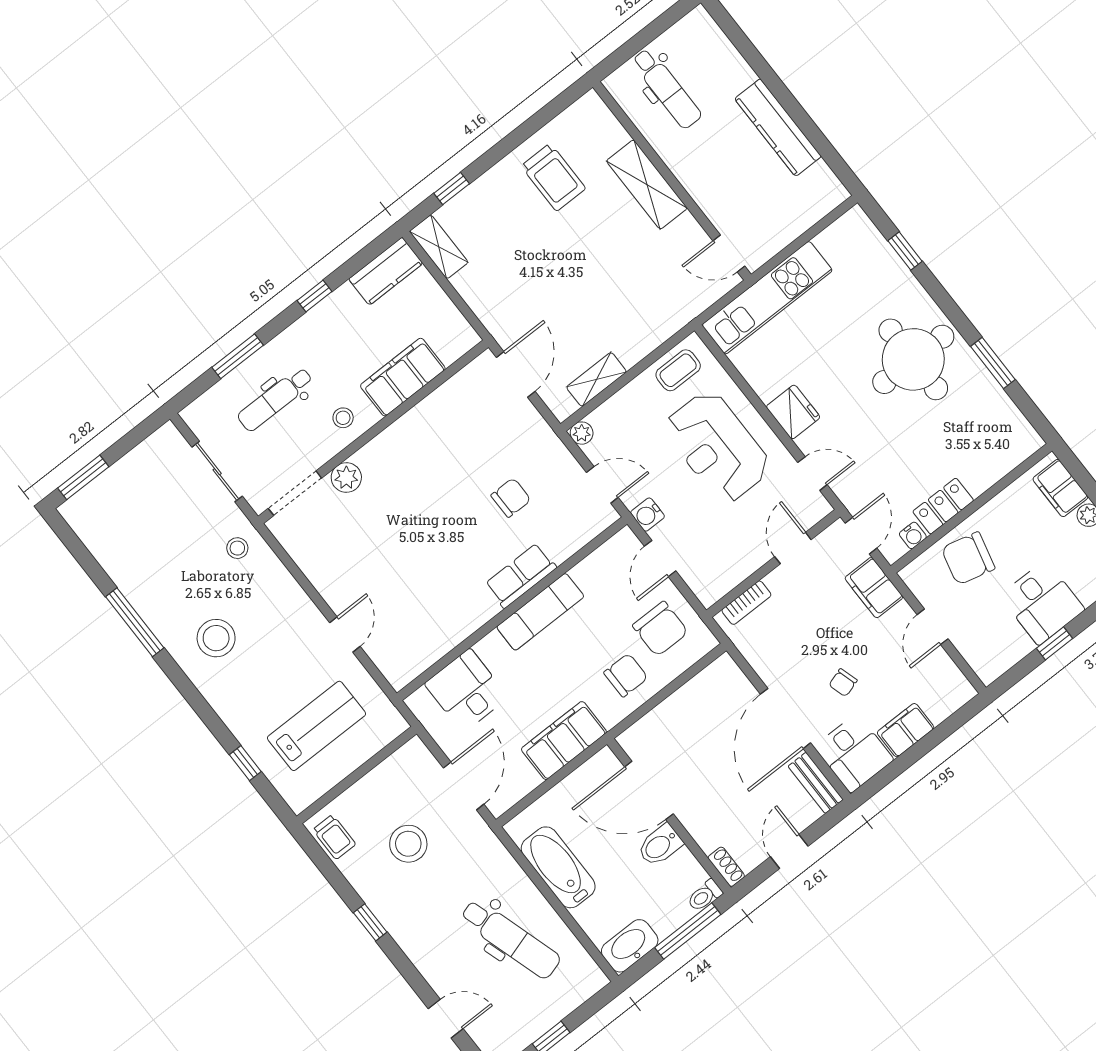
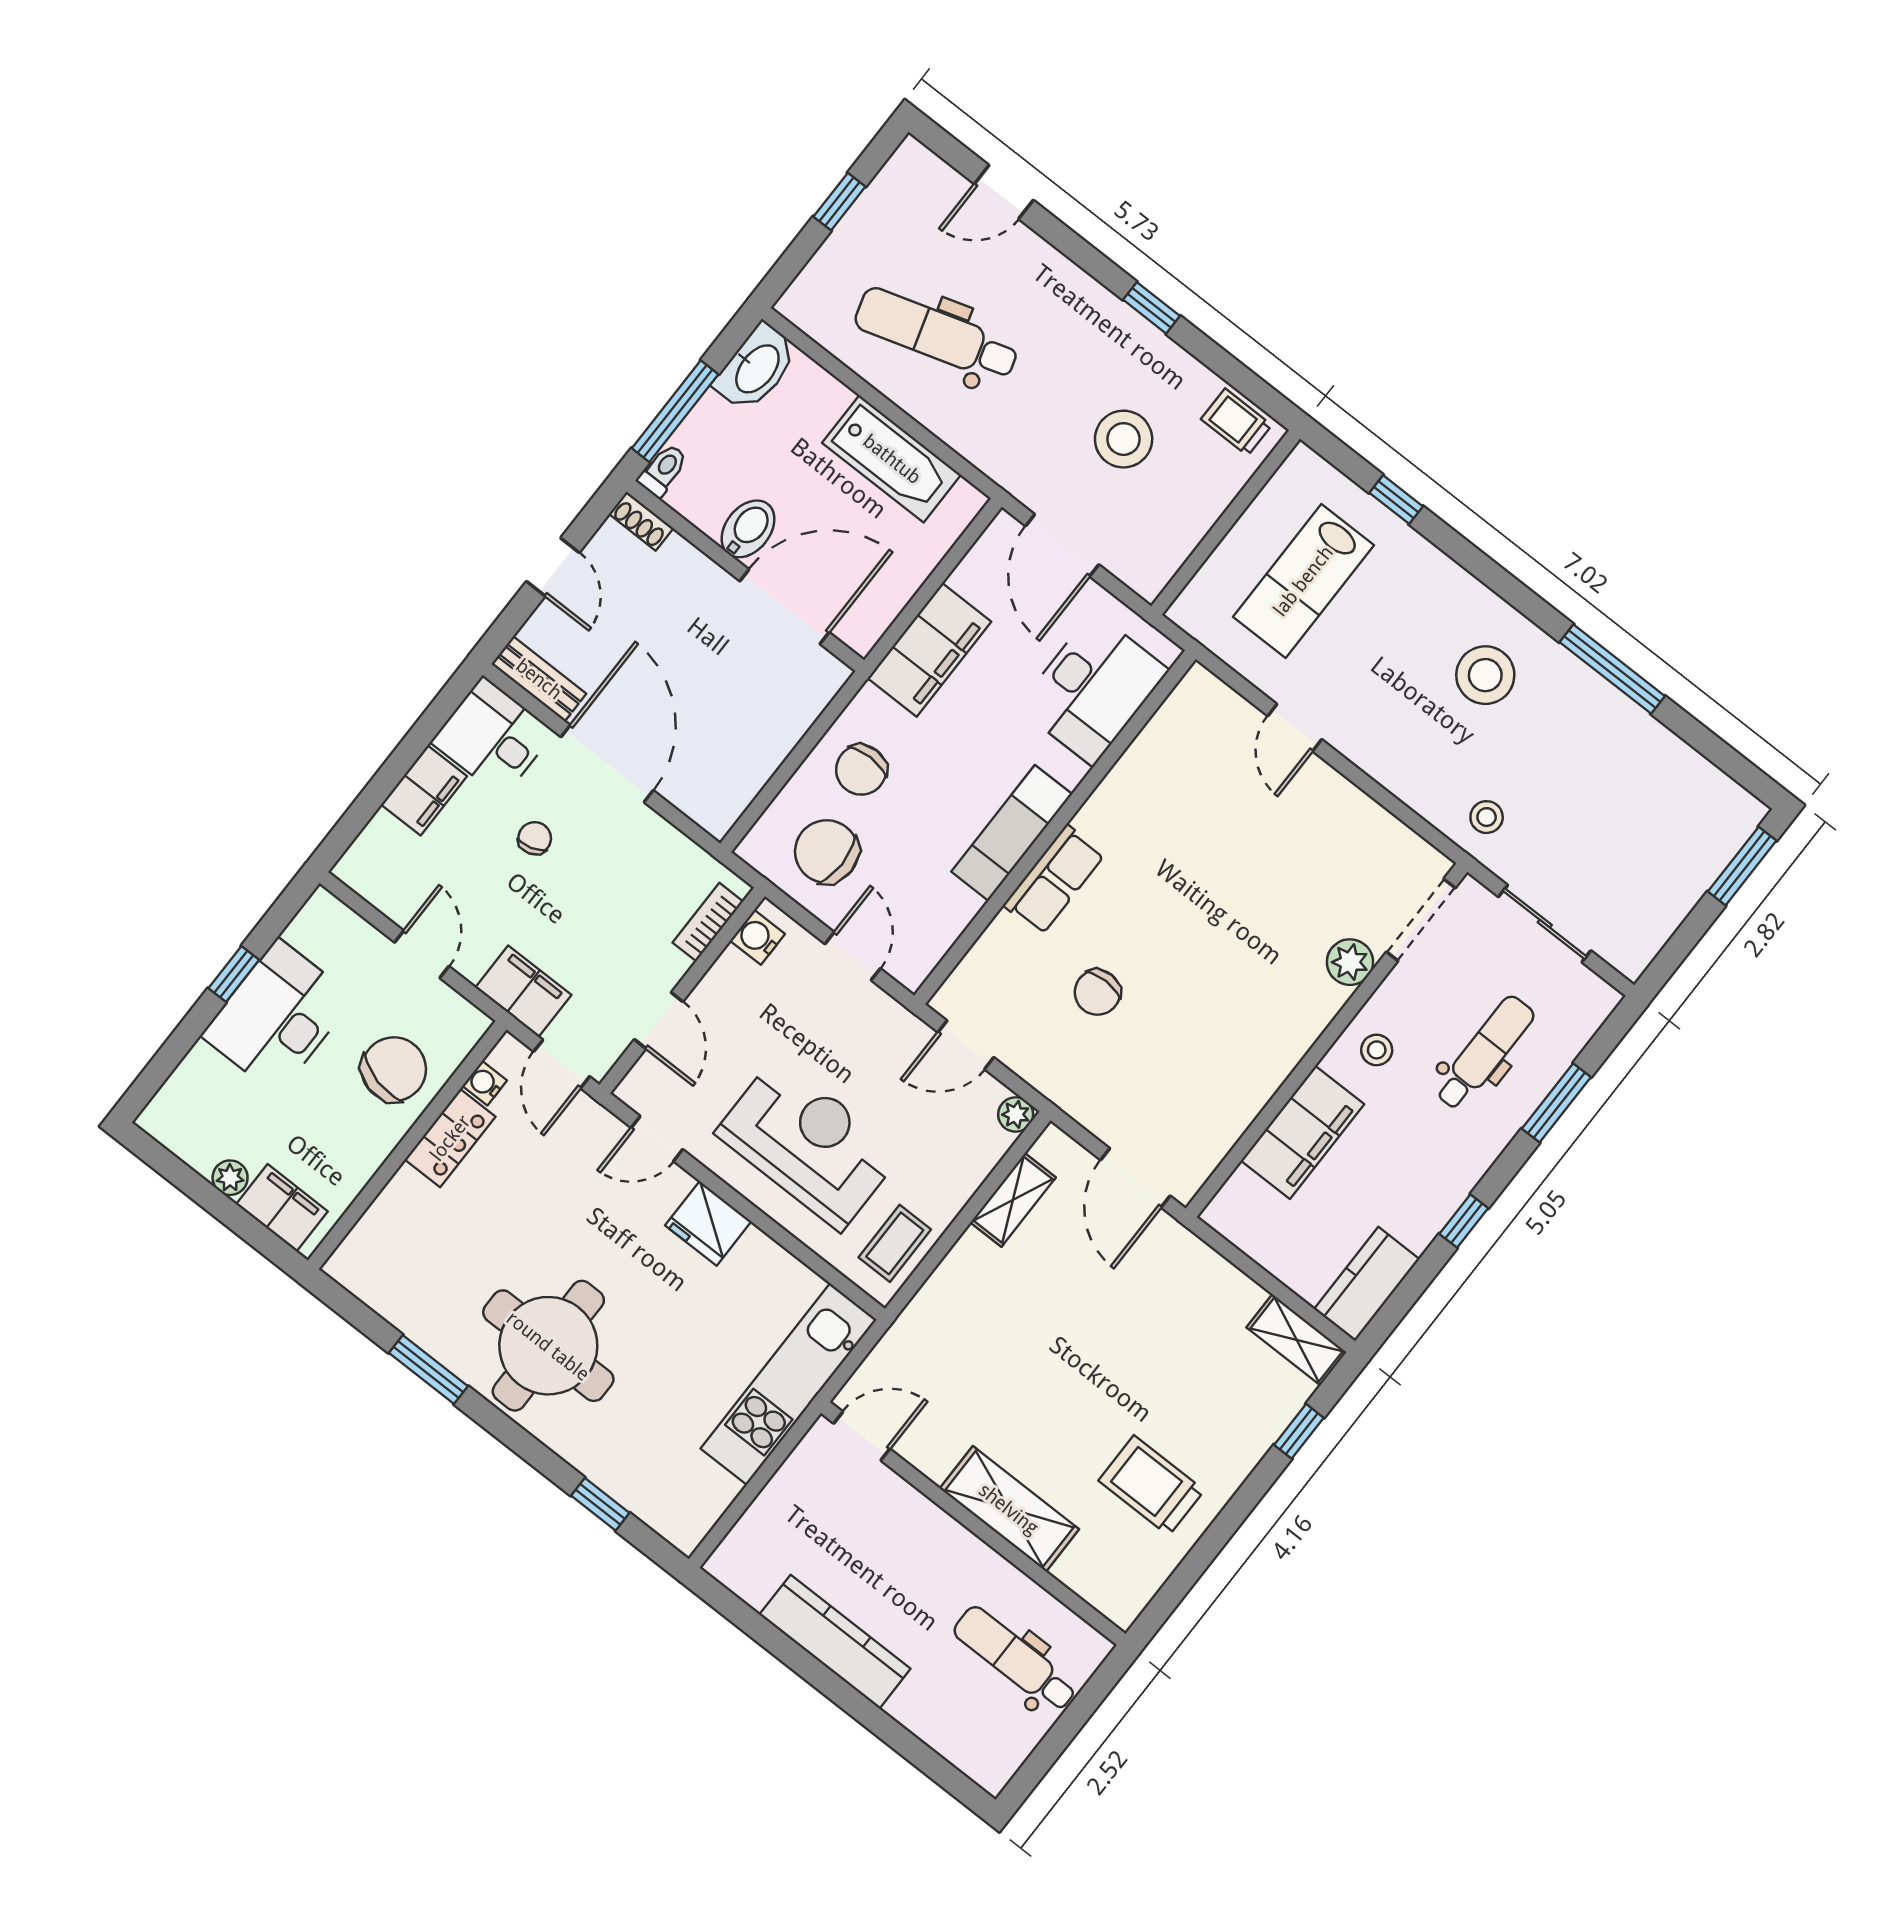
water cooler: (648, 515) -> (757, 937), moved, turned -90
desk: (1042, 603) -> (278, 1017), width x1.37
desk: (466, 690) -> (1093, 689), width x1.37

